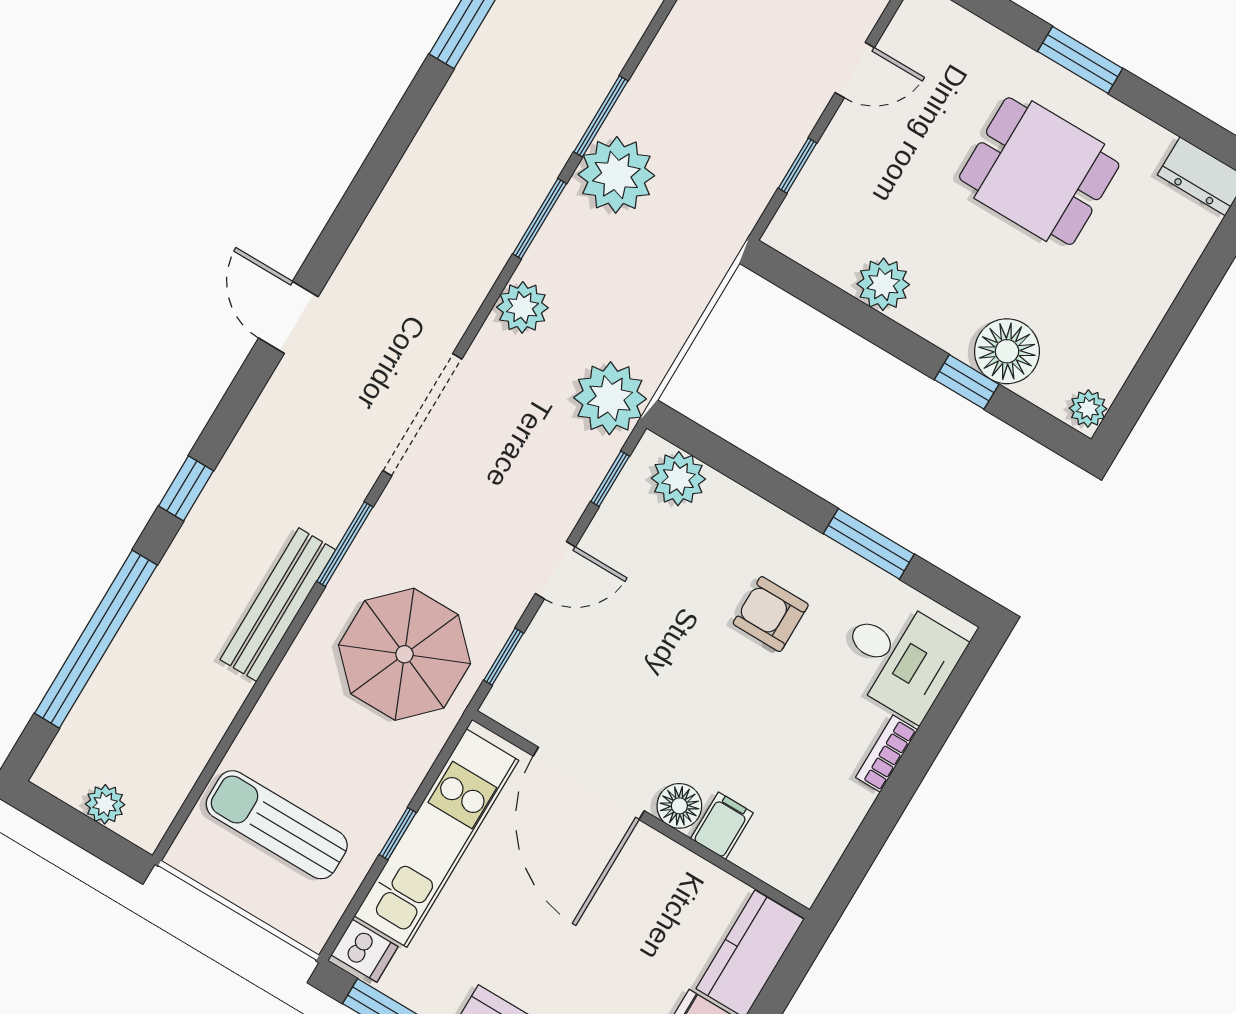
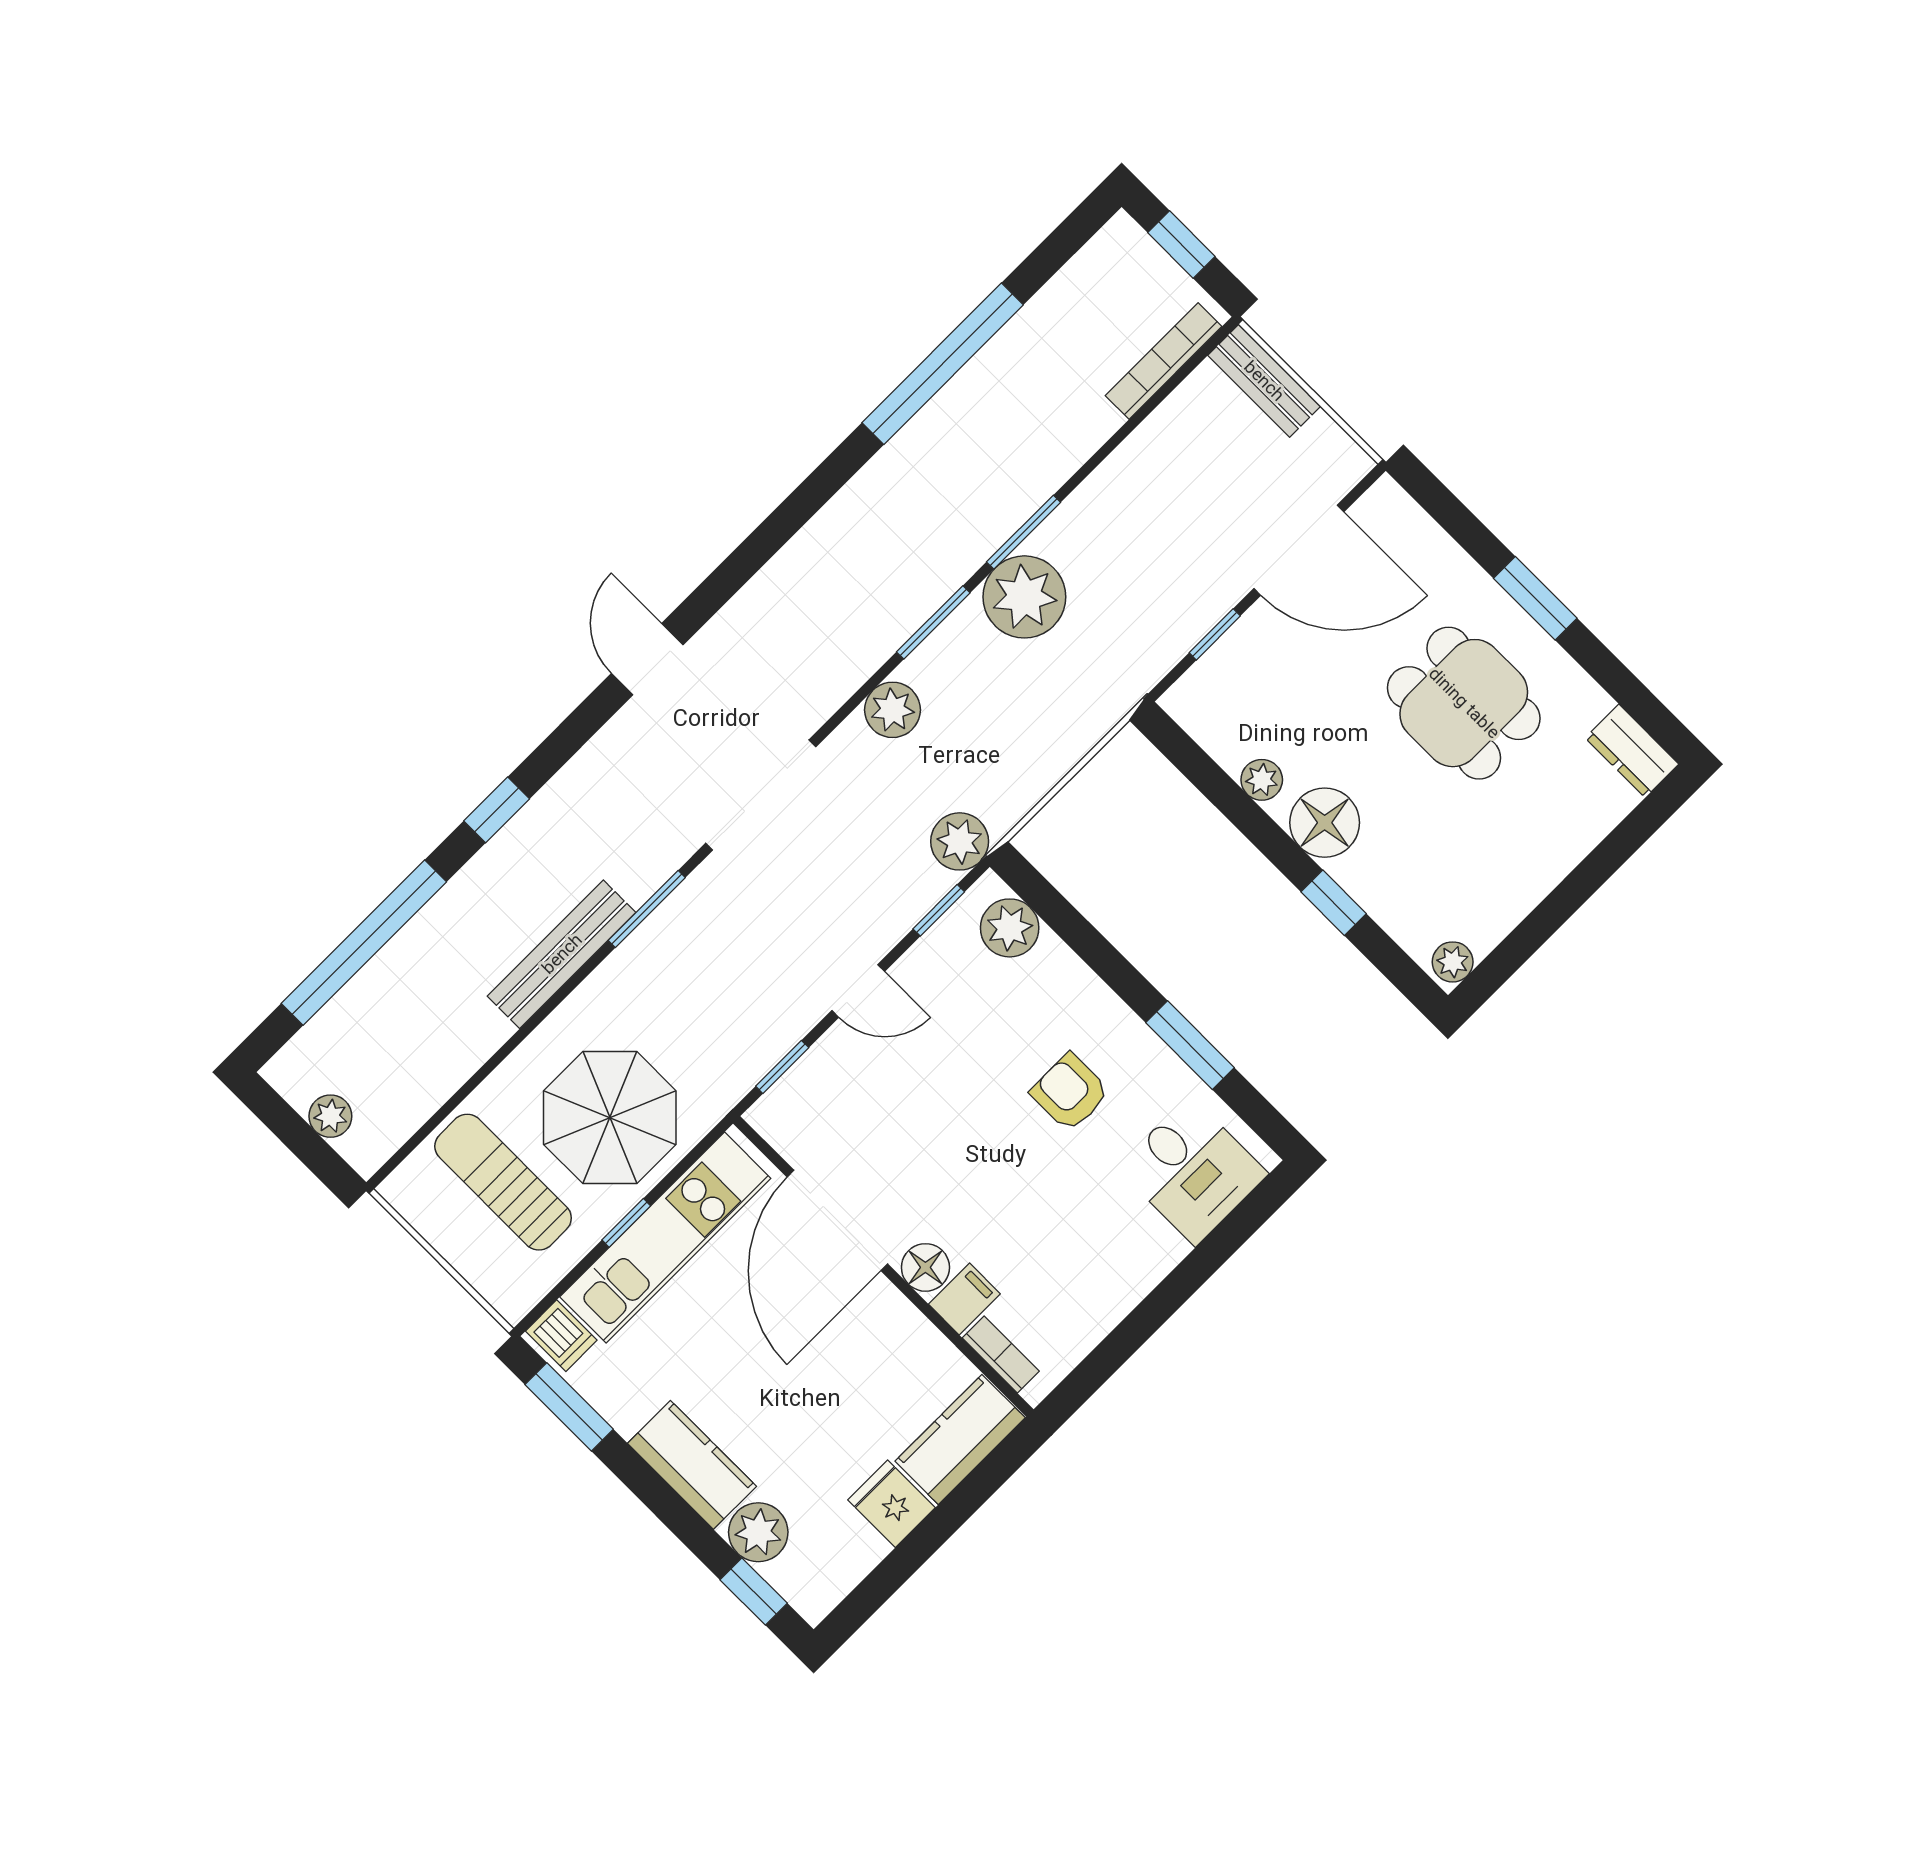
door: (855, 70) -> (1299, 550), width x1.88
plant: (883, 284) -> (1262, 780), width x0.73, depth x0.73
floor lamp: (1007, 351) -> (1325, 823), moved
plant: (610, 398) -> (960, 841), width x0.73, depth x0.73
parasol: (404, 654) -> (610, 1118), moved
bookcase: (887, 754) -> (1001, 1355), moved, turned 90

